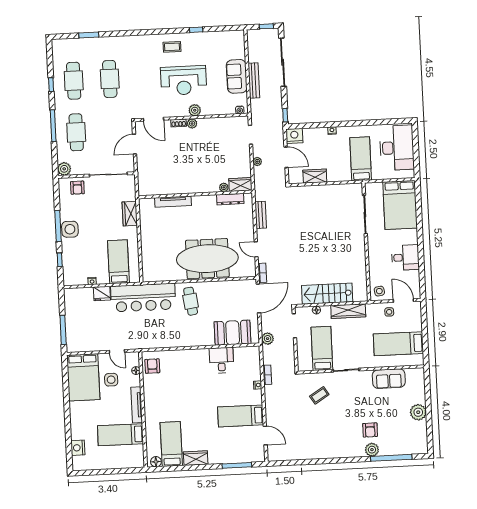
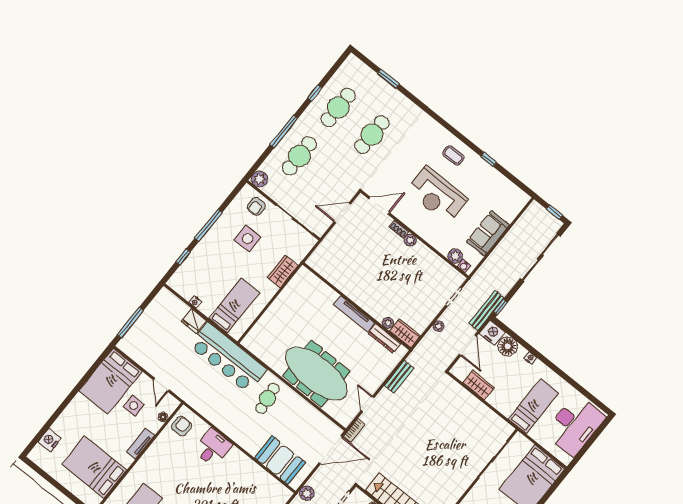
bench: (254, 80) -> (486, 311), moved
plant: (195, 110) -> (455, 256), moved
door: (154, 119) -> (379, 206), swing flipped
floor lamp: (311, 136) -> (508, 346), added
tv unit: (173, 202) -> (354, 314), moved
side table: (70, 229) -> (248, 239), moved
desk: (221, 360) -> (213, 448), moved
tv unit: (137, 405) -> (140, 444), width x0.71
bed: (120, 435) -> (94, 467), width x1.50

